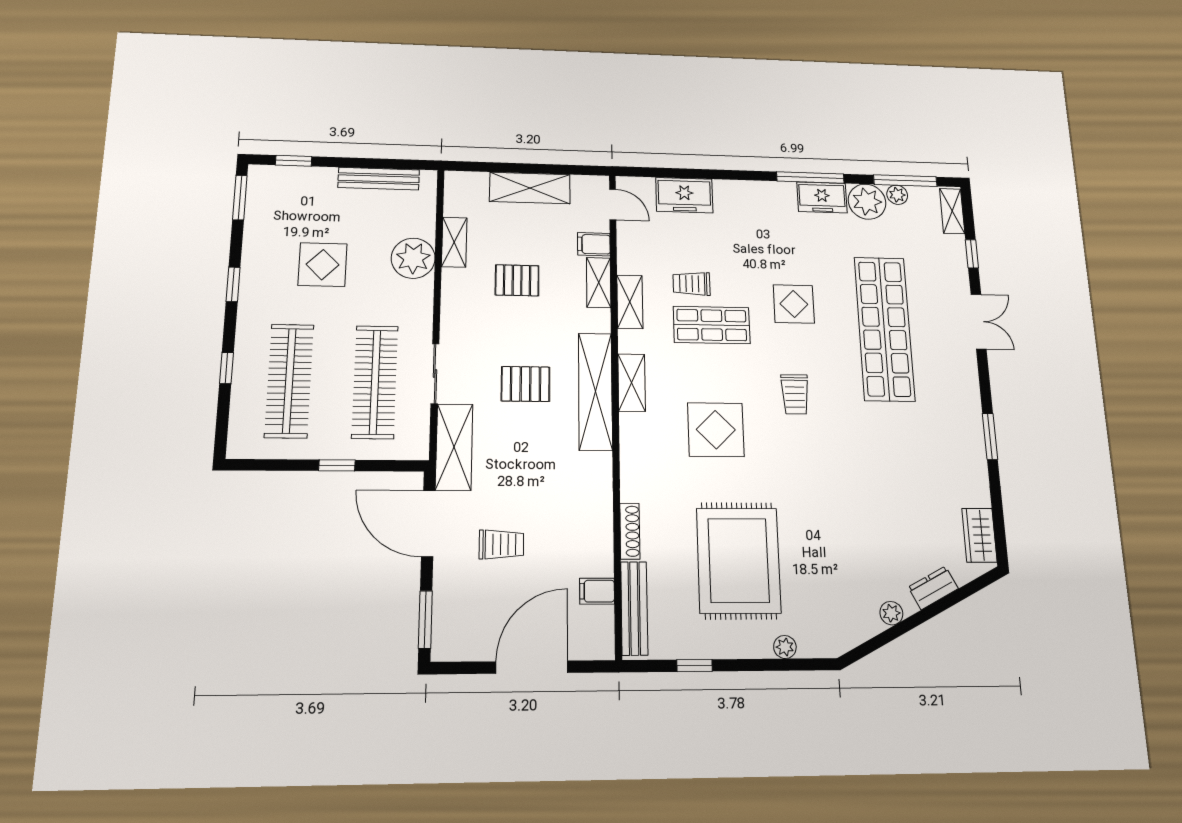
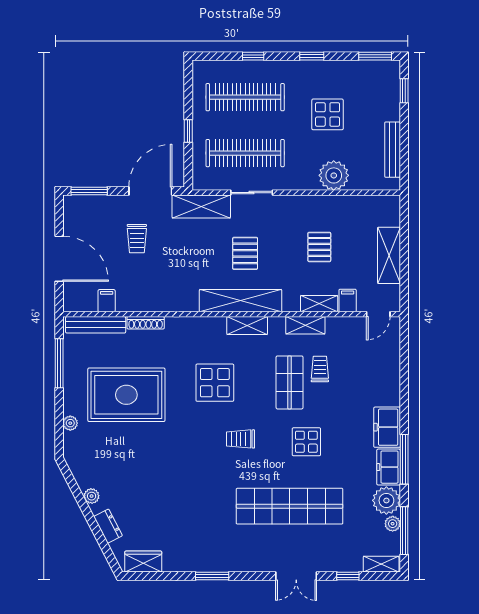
freezer: (684, 195) -> (387, 427), moved
shelving: (454, 242) -> (346, 203), removed
window: (695, 666) -> (59, 363), width x2.17

